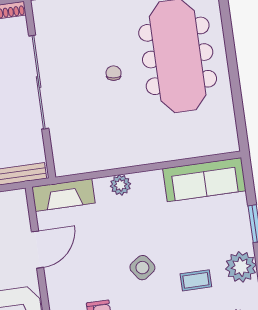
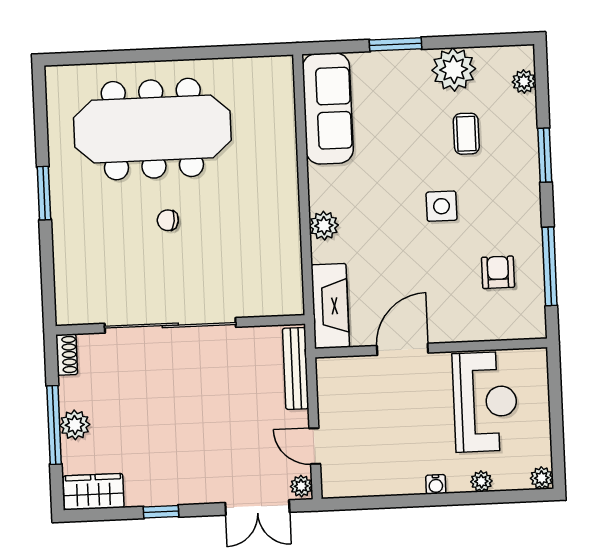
door: (38, 250) -> (403, 349), hinge flipped
side table: (142, 268) -> (441, 206), turned 35

